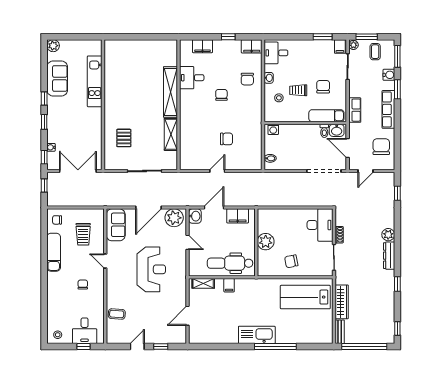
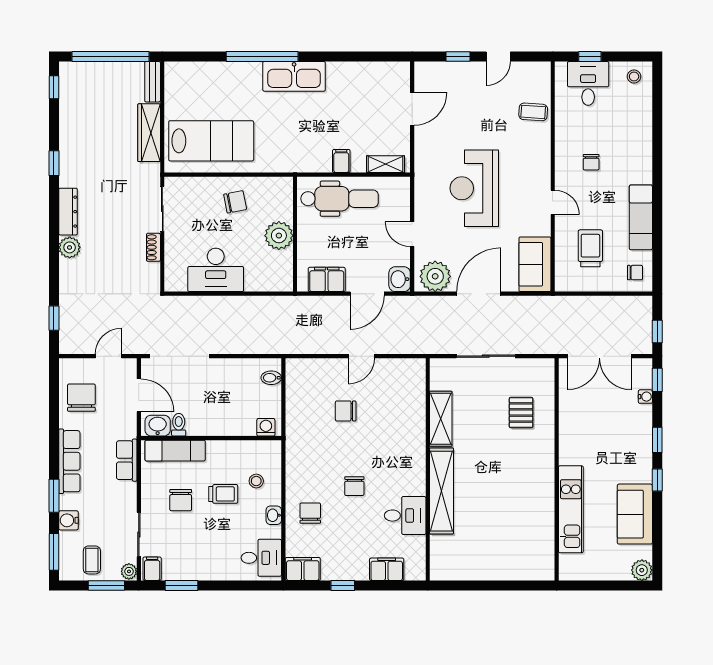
chair: (381, 147) -> (81, 398), turned 180
desk: (320, 225) -> (216, 270), moved, turned -90

